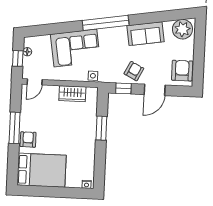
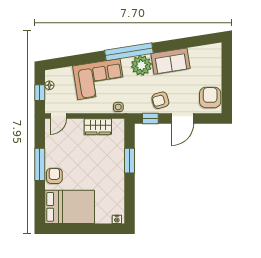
plant: (182, 29) -> (141, 65), moved
armchair: (134, 71) -> (160, 100), turned -133

